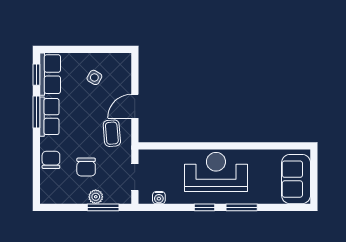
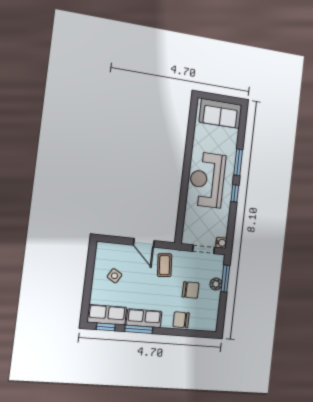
coffee table: (112, 133) -> (165, 265), turned 90
water cooler: (159, 198) -> (221, 243), moved

